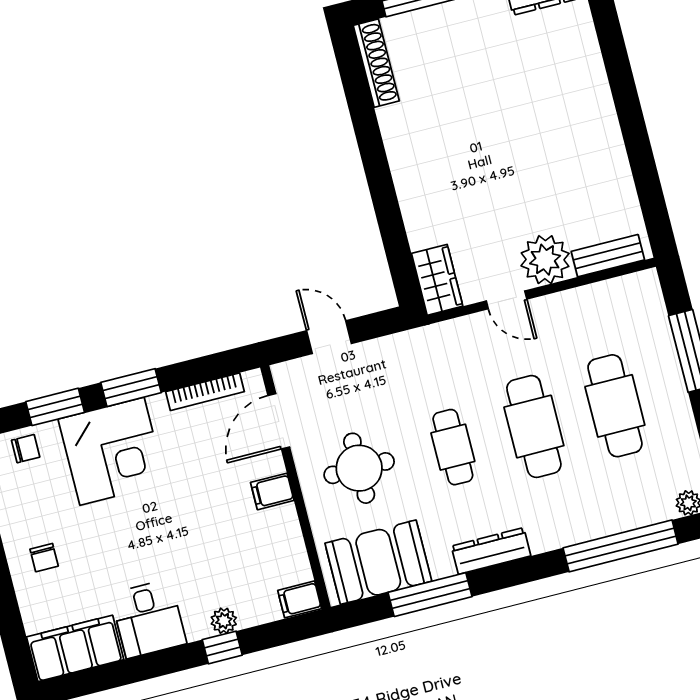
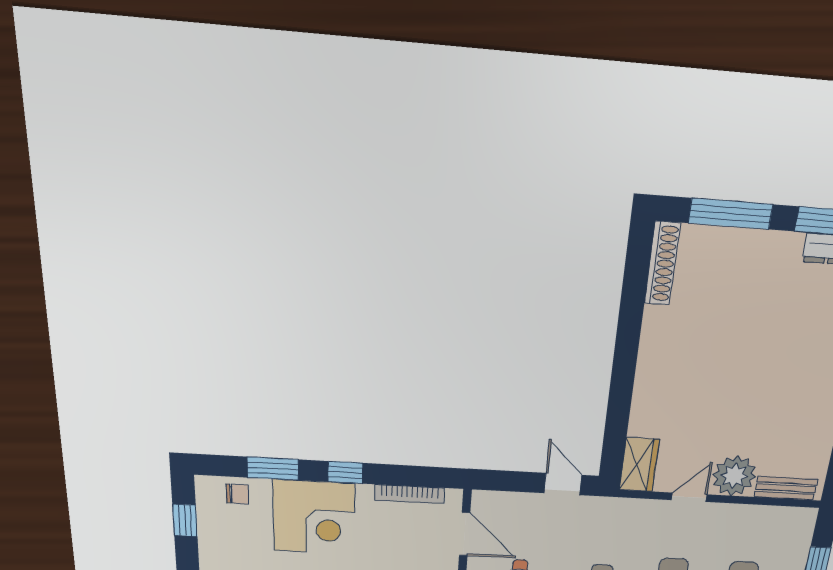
door: (507, 300) -> (689, 497), swing flipped
door: (329, 337) -> (563, 484), moved
window: (131, 388) -> (345, 472), width x0.67
door: (279, 421) -> (465, 534), swing flipped

